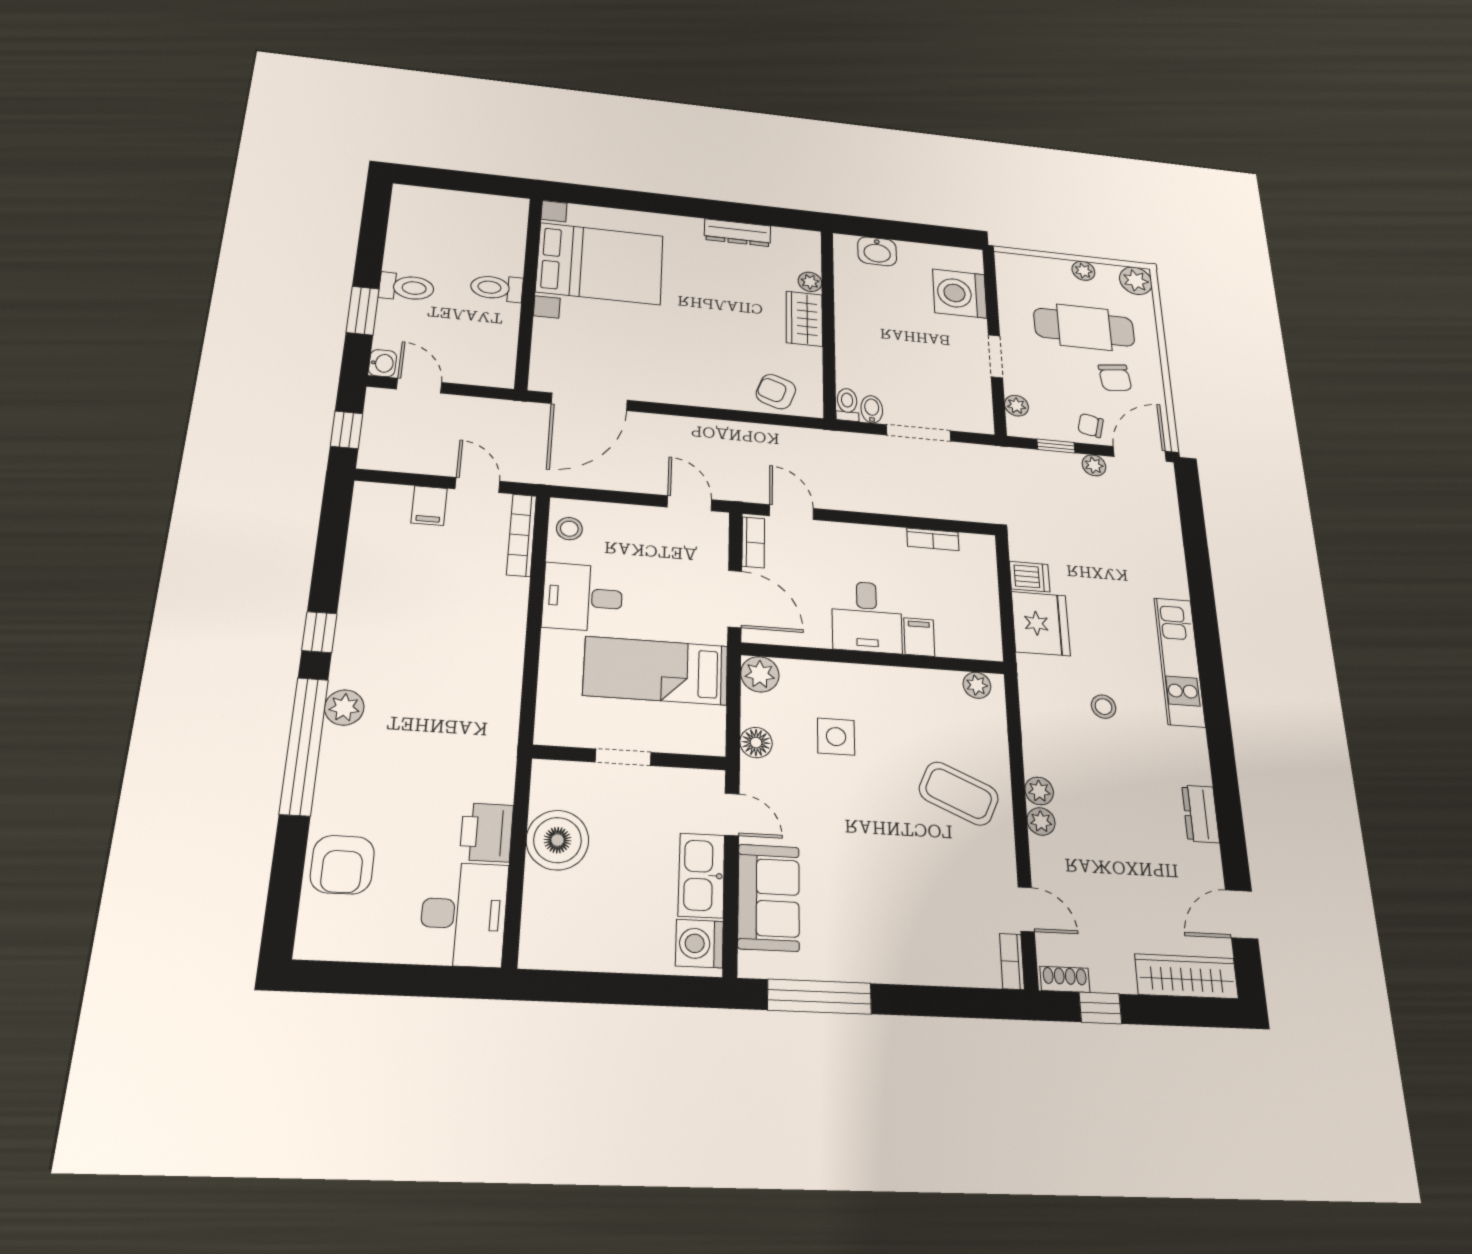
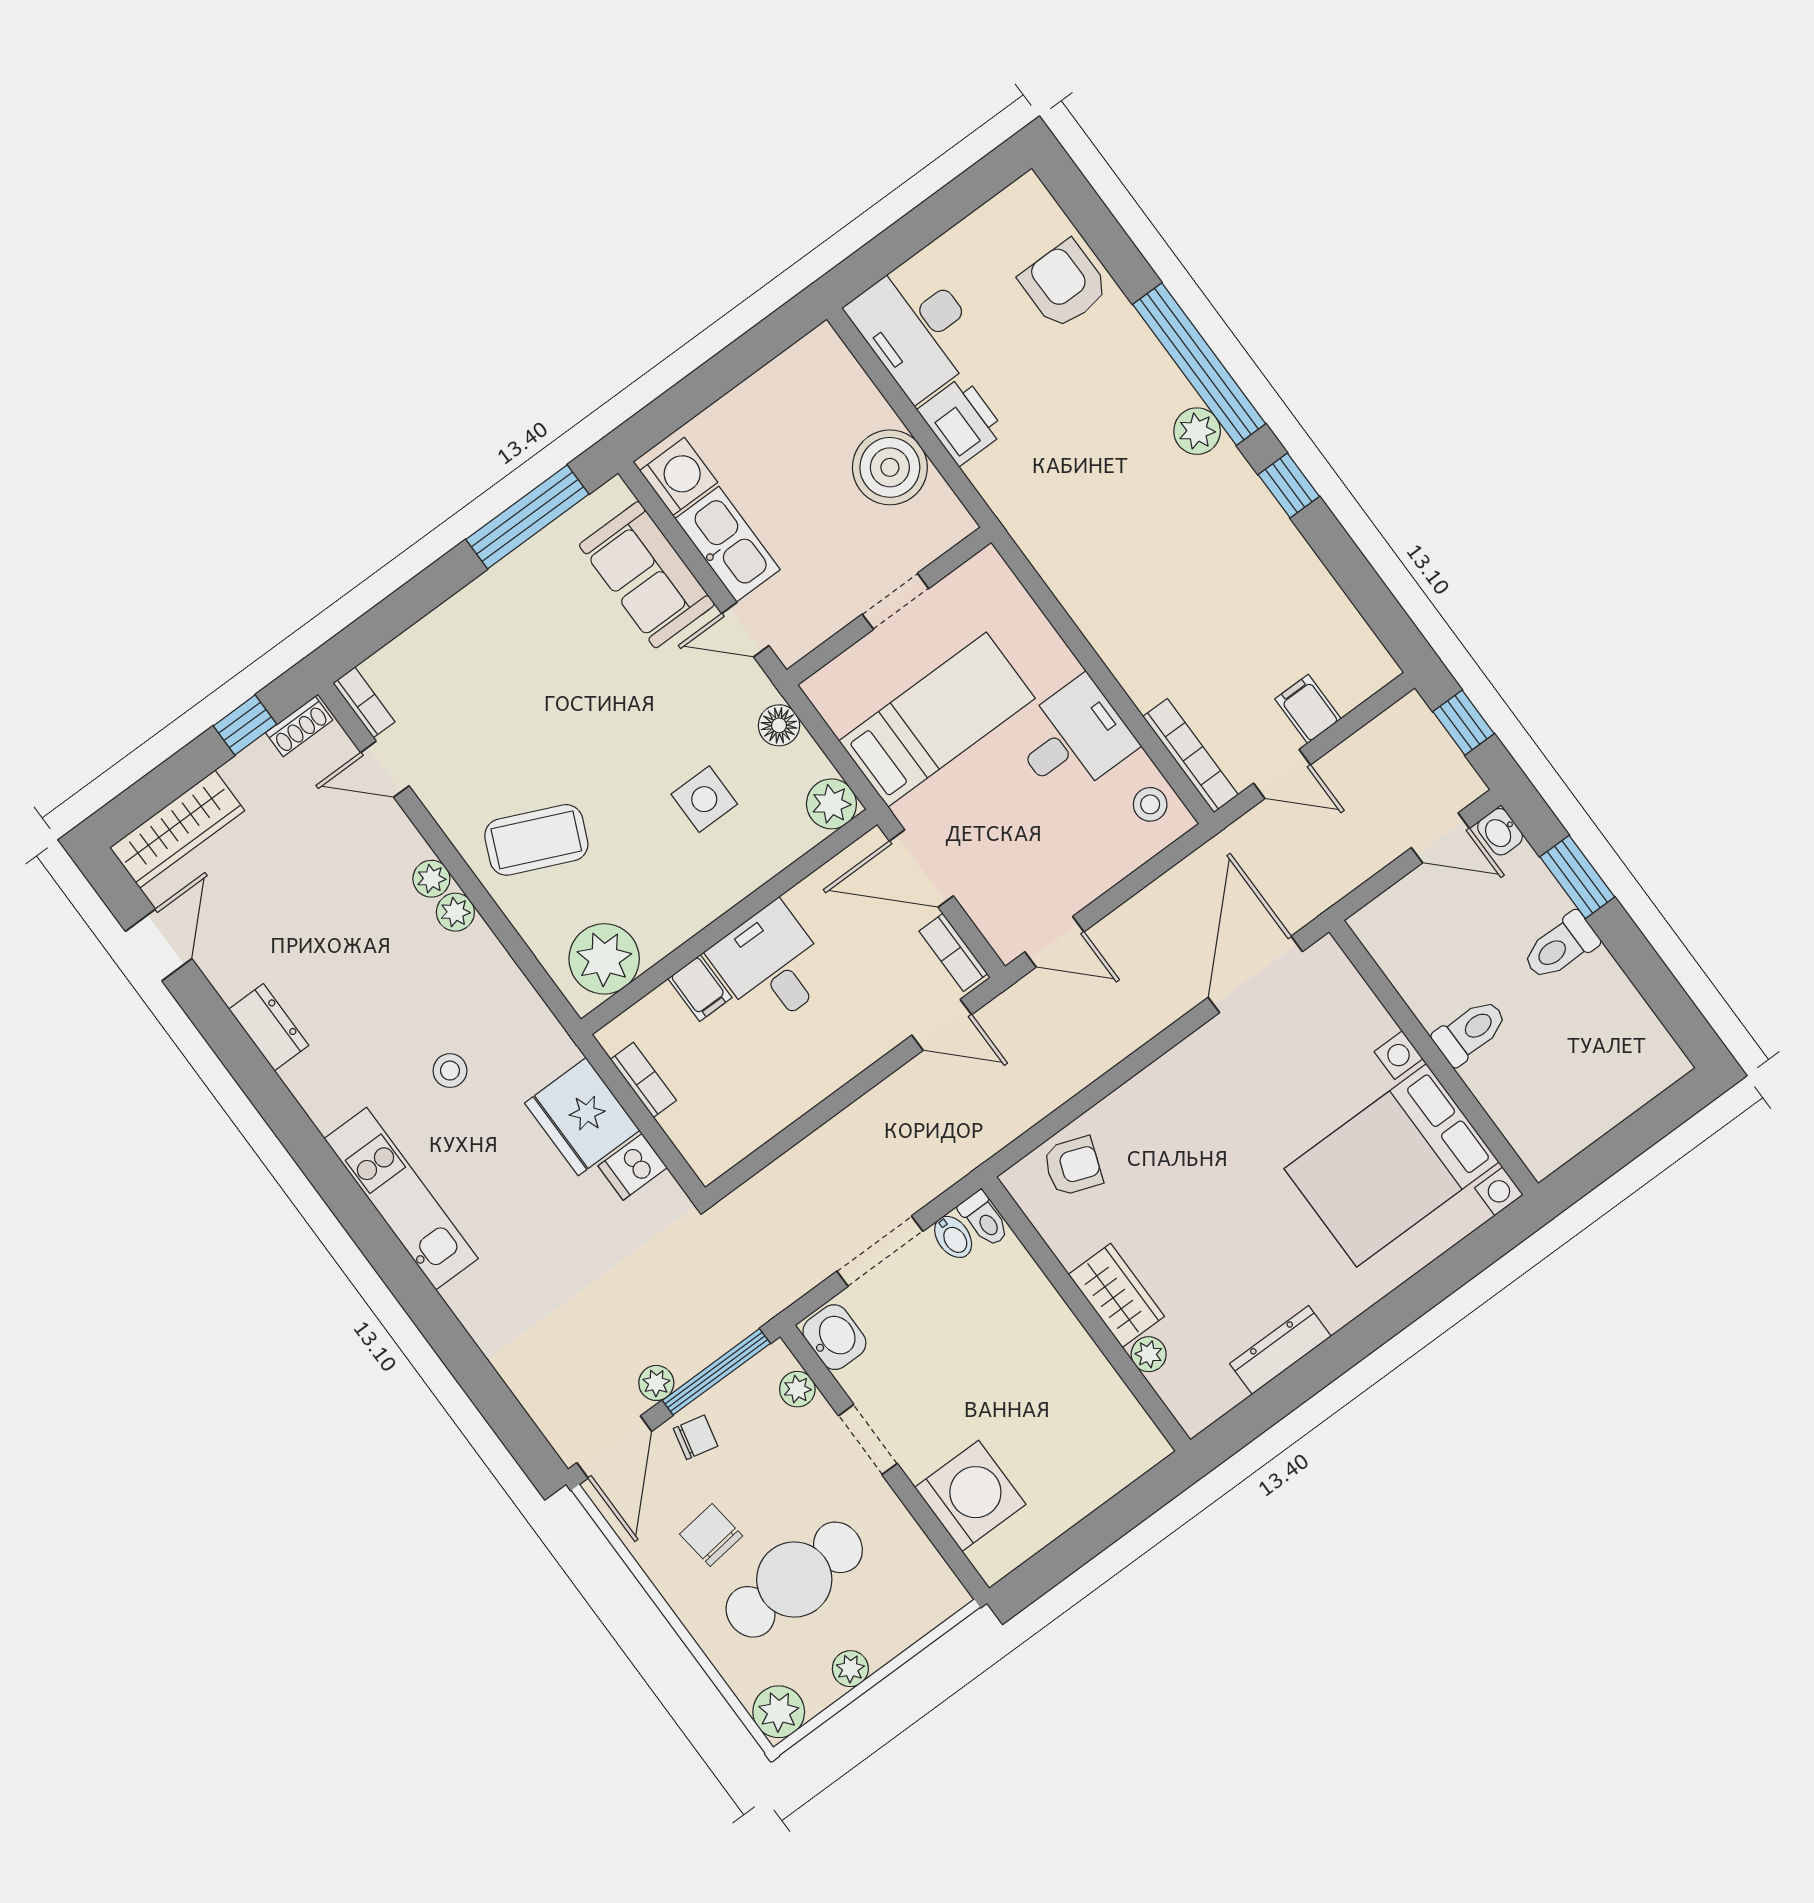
washbasin: (877, 251) -> (834, 1337), moved, turned 90
window: (1056, 446) -> (716, 1372), width x2.17
bookcase: (933, 539) -> (643, 1080), moved, turned 90
plant: (977, 685) -> (604, 959), width x1.87, depth x1.87

